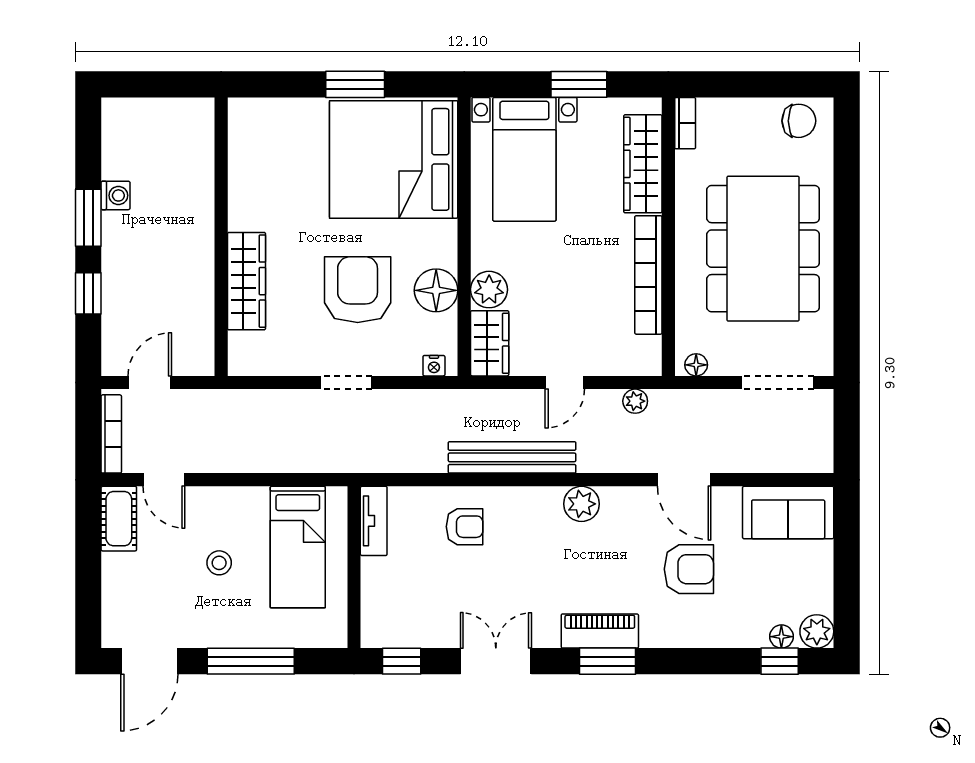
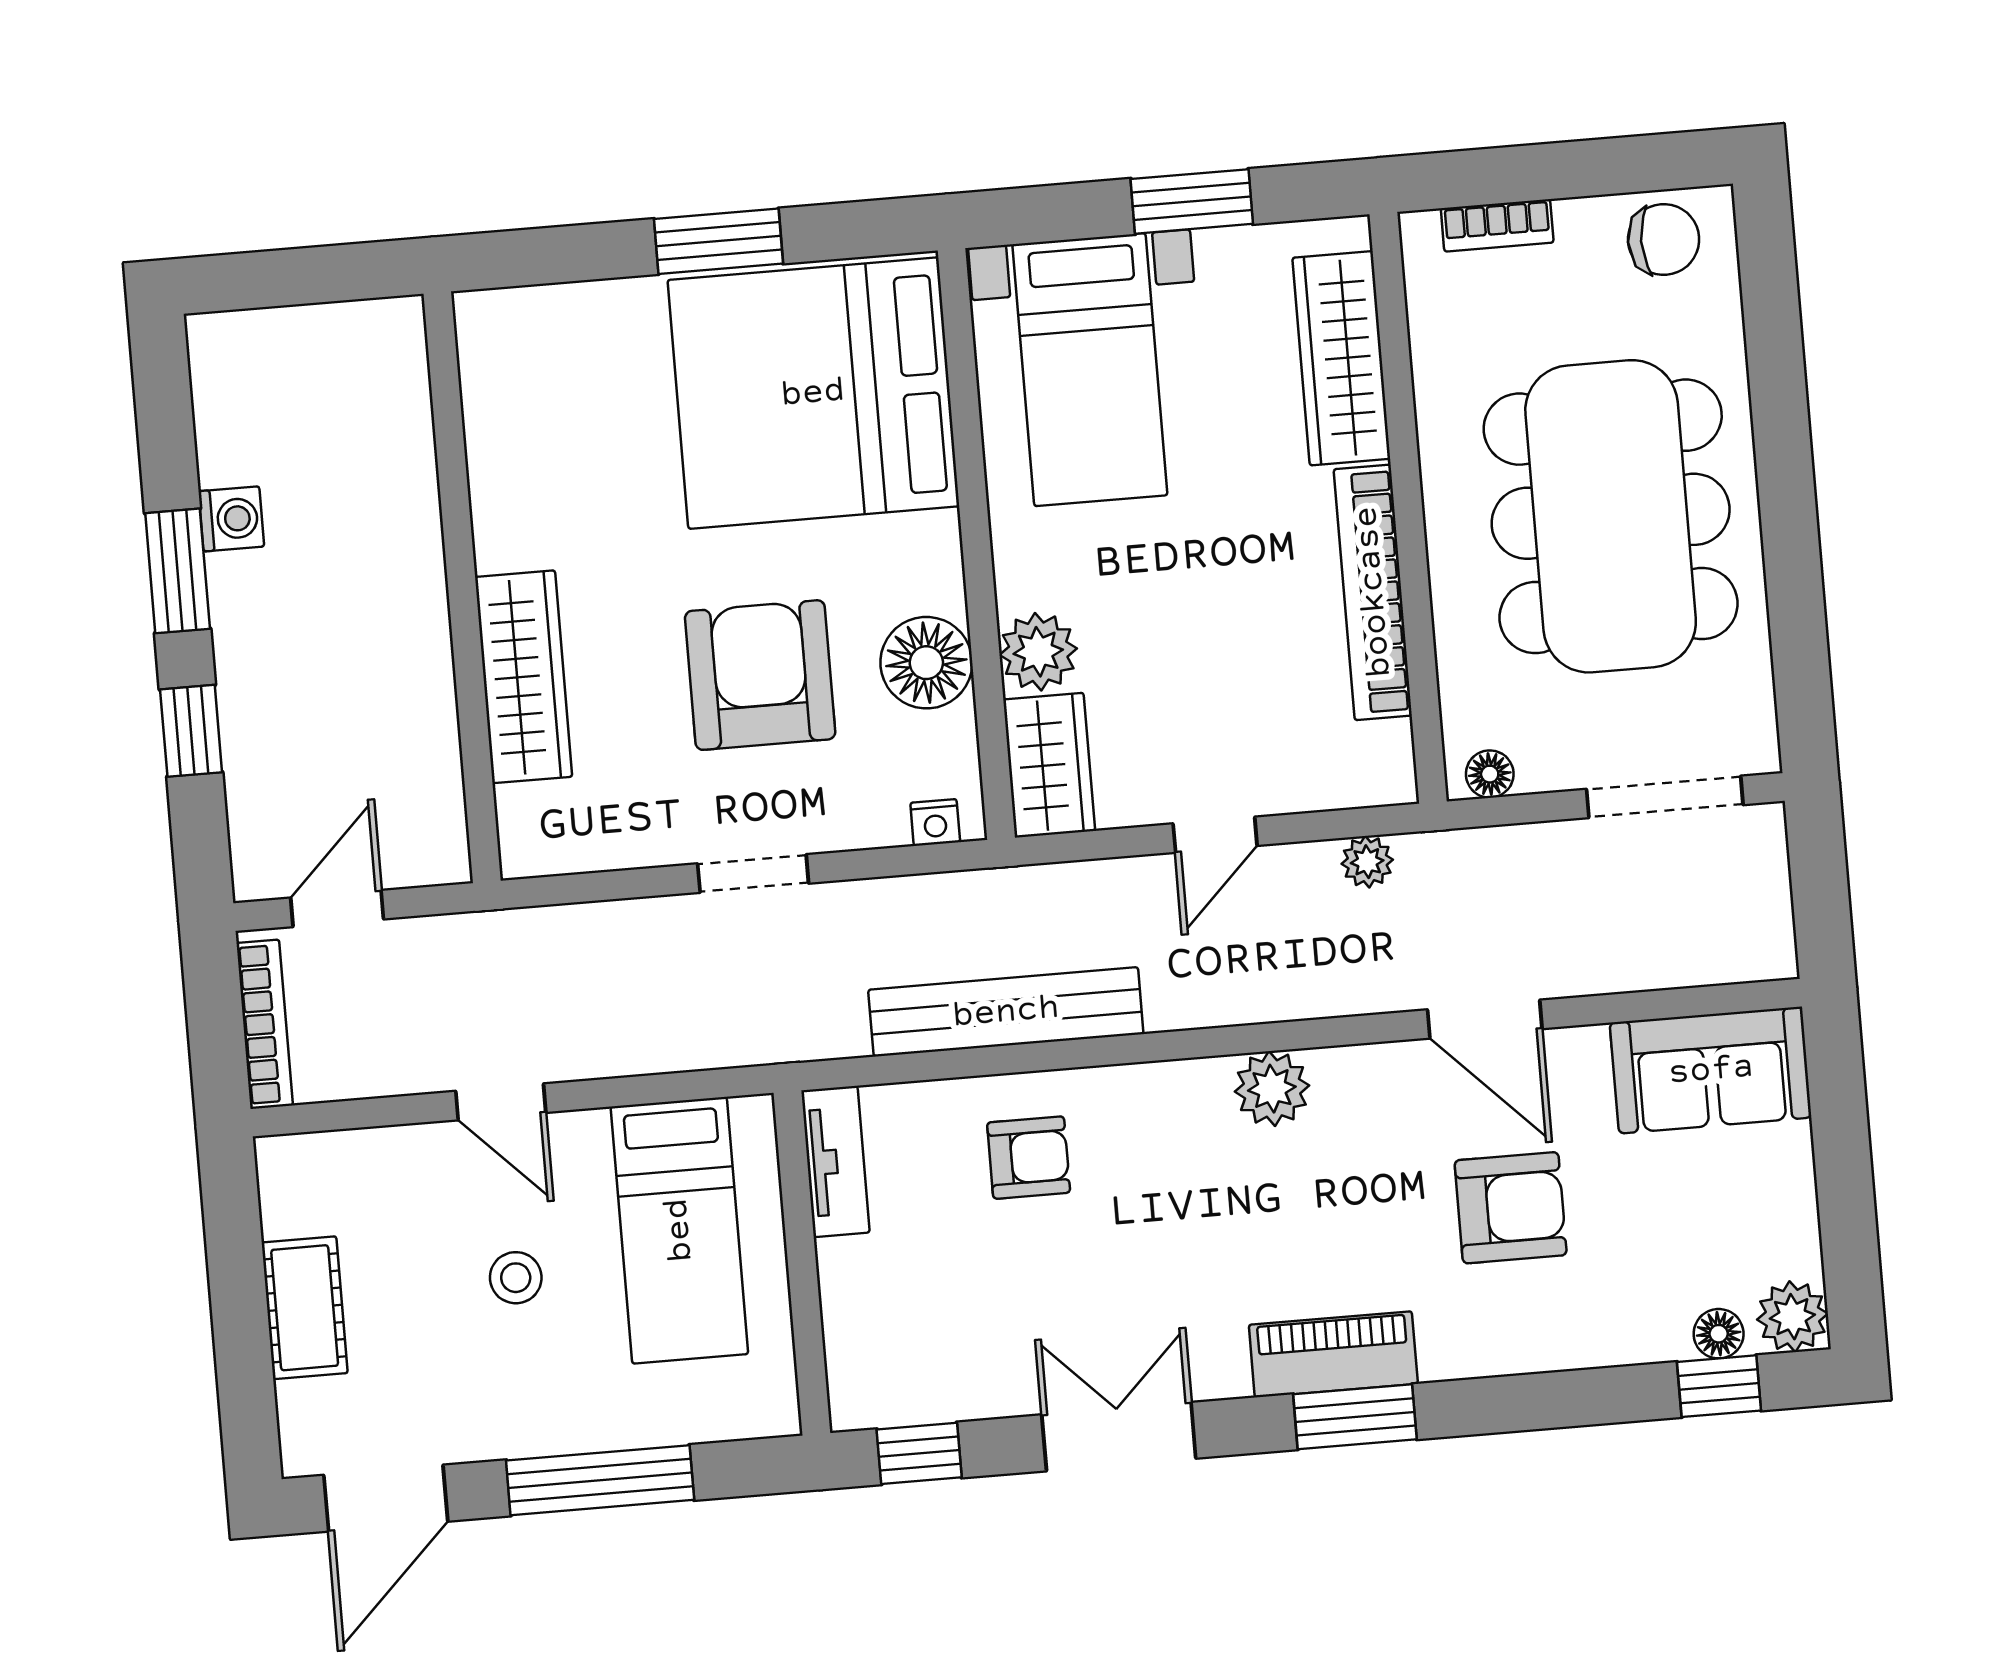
bookcase: (685, 123) -> (1497, 225), moved, turned 90
bench: (512, 457) -> (1006, 1012), moved
door: (164, 480) -> (501, 1102), moved
cot: (119, 519) -> (305, 1308), moved

